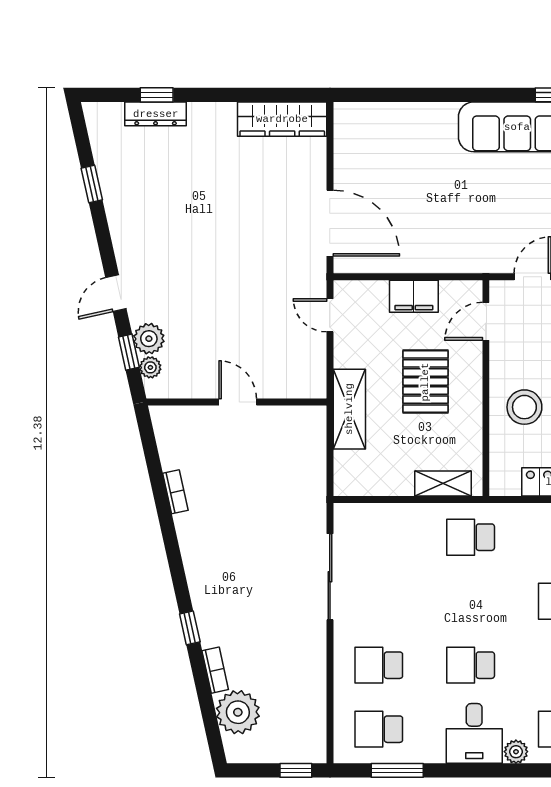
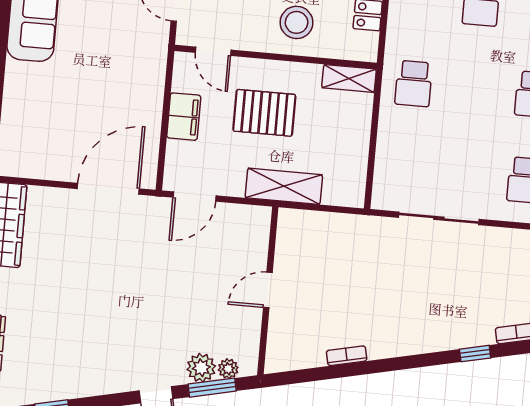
door: (330, 315) -> (195, 196), width x1.38
window: (129, 352) -> (212, 388), width x1.50
shelving: (443, 484) -> (349, 78), moved, turned 90

